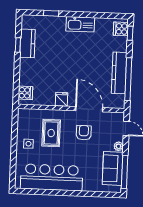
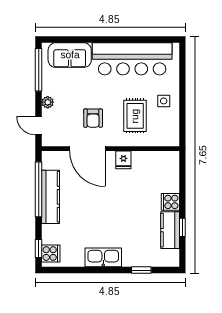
cooker: (25, 93) -> (170, 202), moved
sofa: (113, 168) -> (70, 55), moved, turned 90

